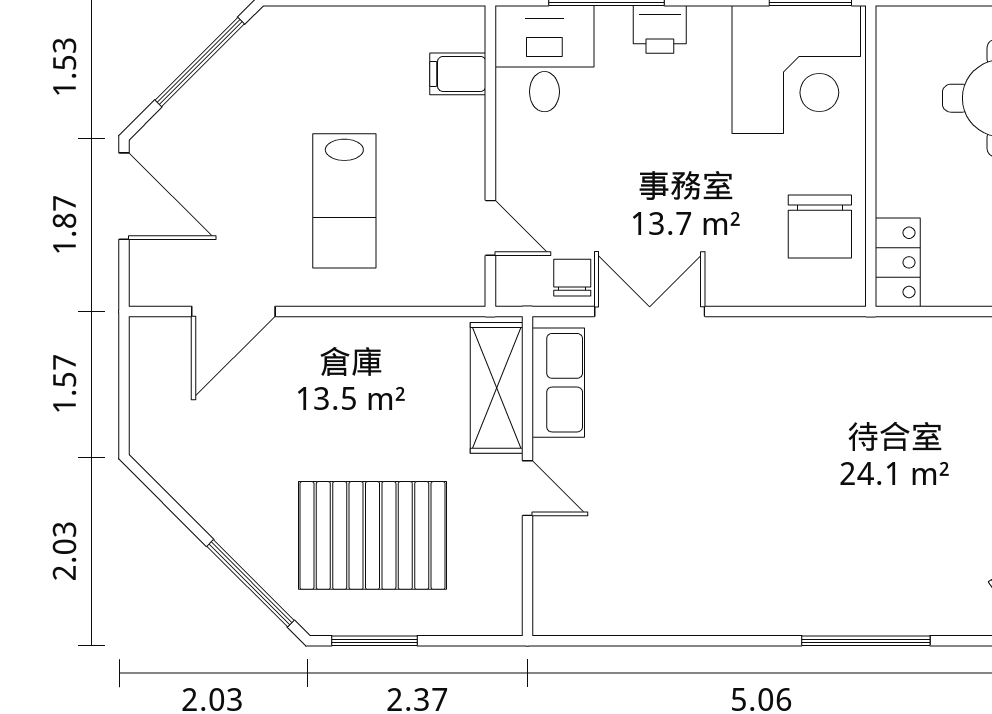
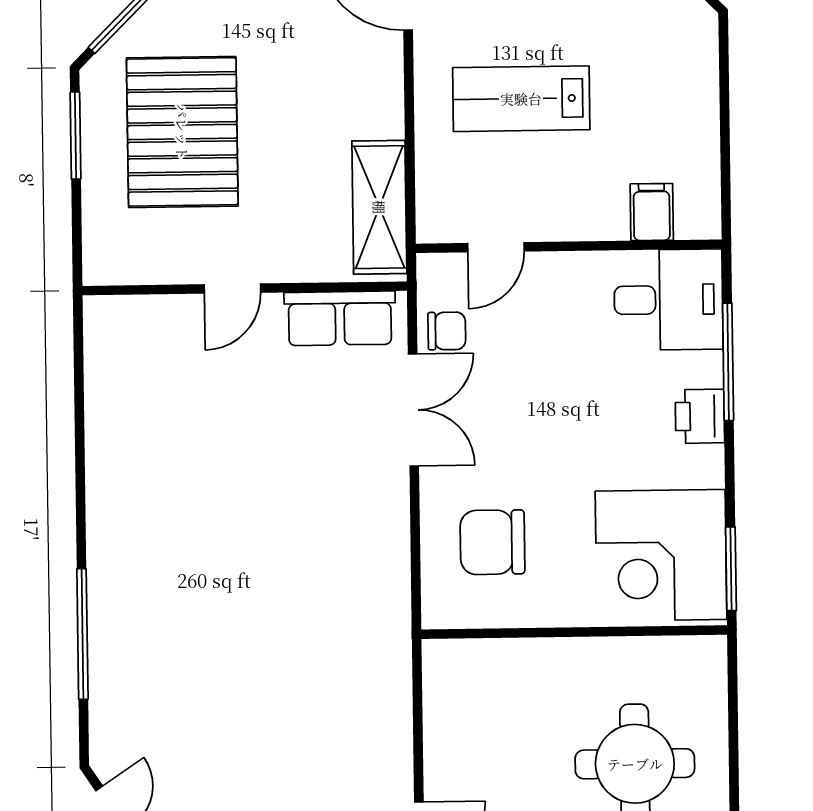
chair: (820, 227) -> (492, 542), moved
locker: (898, 262) -> (467, 661), removed
shelving: (497, 388) -> (379, 207), moved, turned 90

